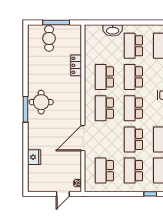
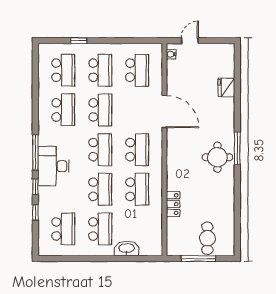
door: (83, 138) -> (164, 112), hinge flipped

